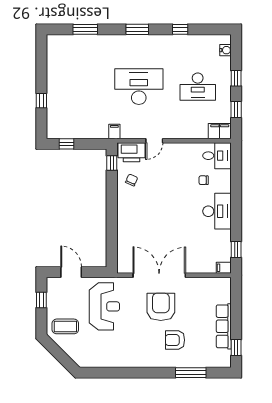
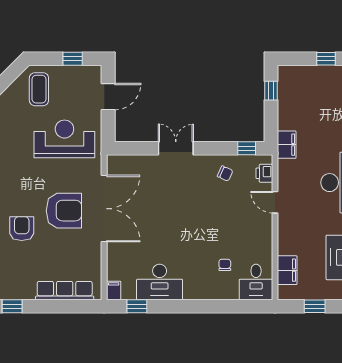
filing cabinet: (220, 131) -> (287, 270), moved
filing cabinet: (114, 132) -> (287, 145), width x2.00
printer: (131, 152) -> (264, 173), width x0.53, depth x0.68
desk: (217, 211) -> (160, 282), moved
double door: (112, 219) -> (176, 148), added
reception desk: (104, 306) -> (64, 139), turned 180
row of seats: (224, 326) -> (65, 291), moved

